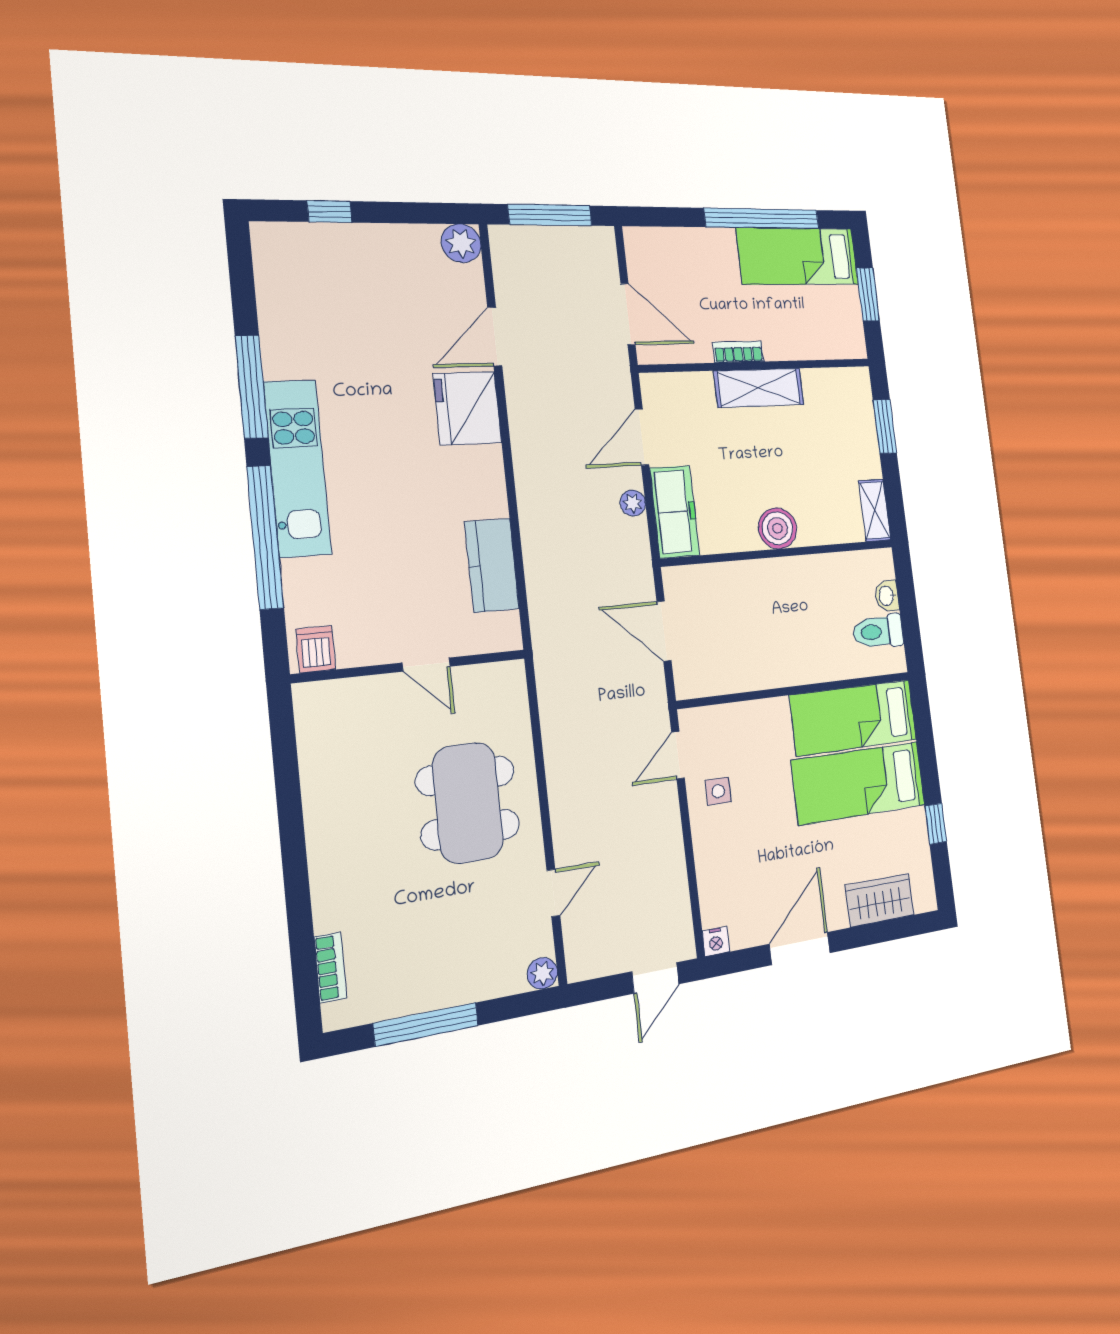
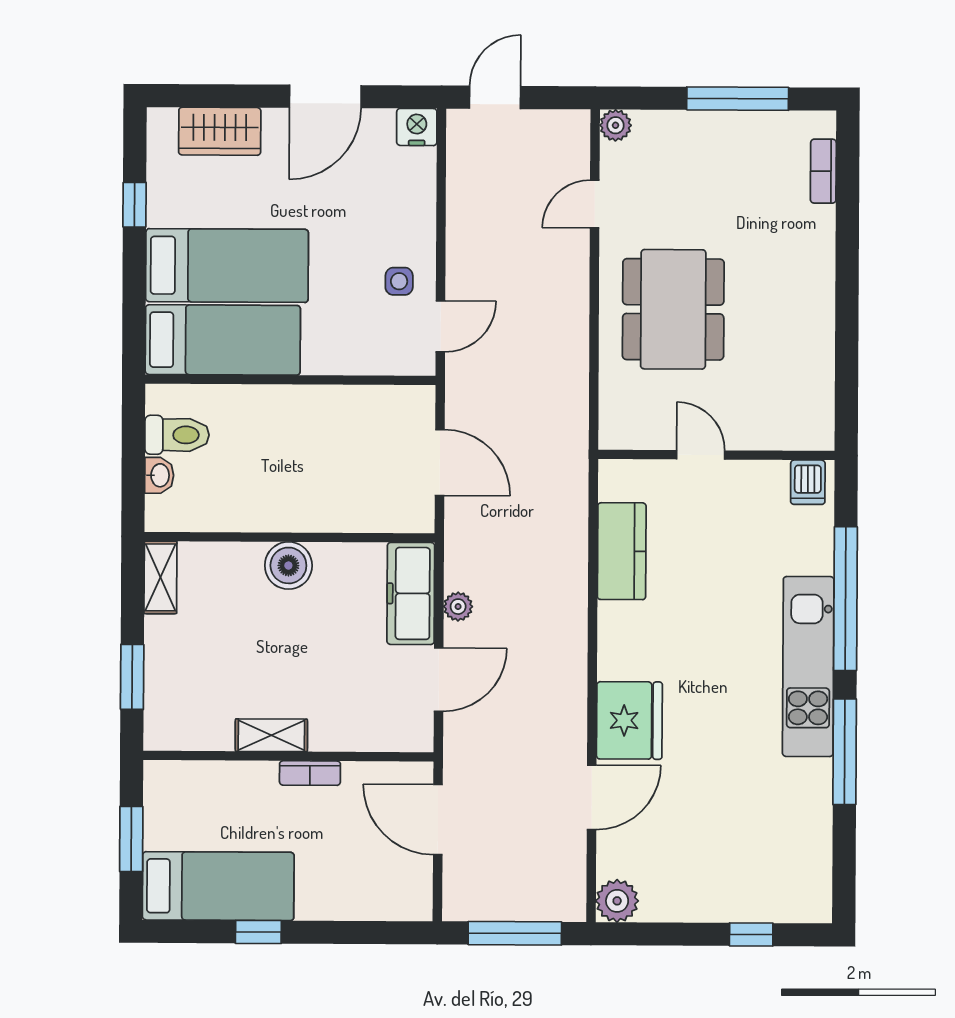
window: (762, 218) -> (258, 932), width x0.32
shelving: (759, 388) -> (271, 735), width x0.67, depth x0.75
nightstand: (716, 941) -> (417, 127), width x1.39, depth x1.35

